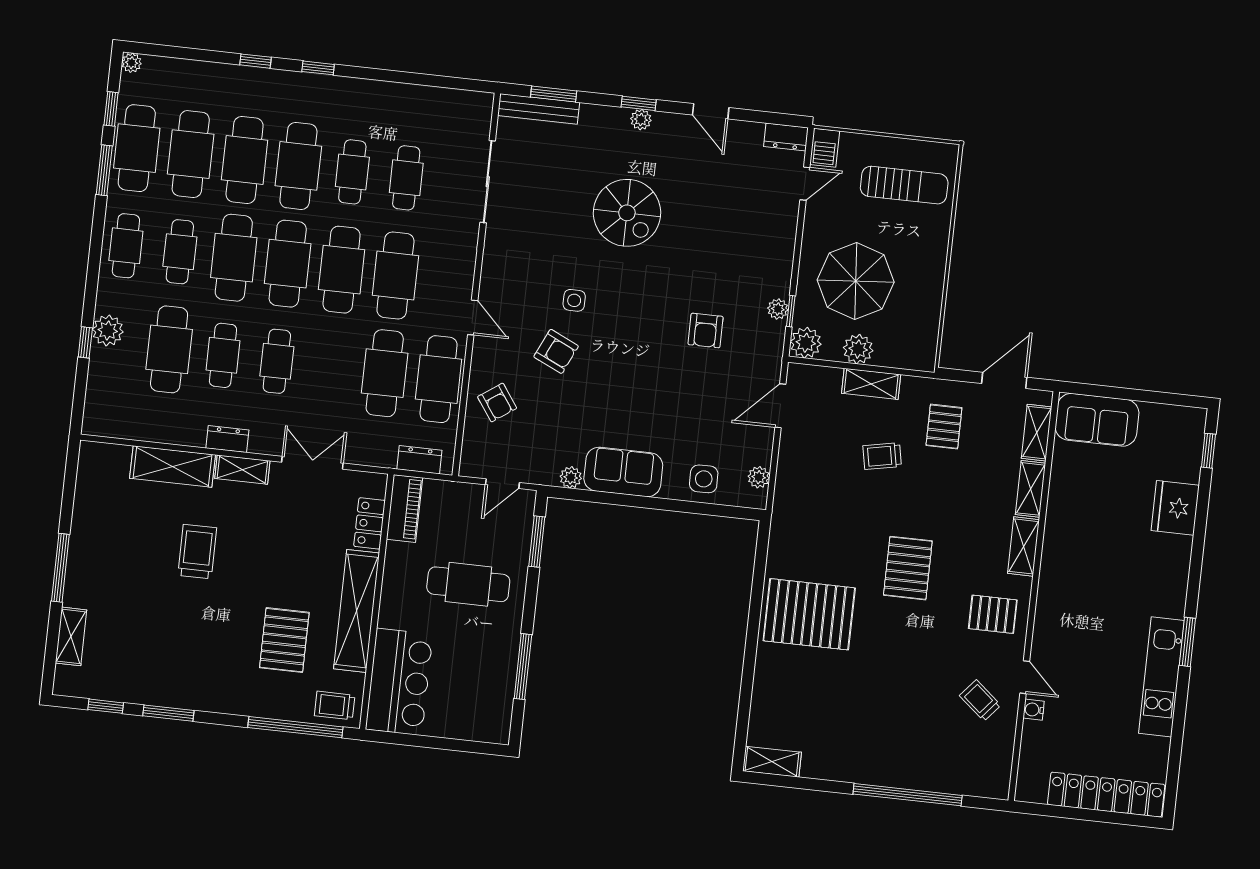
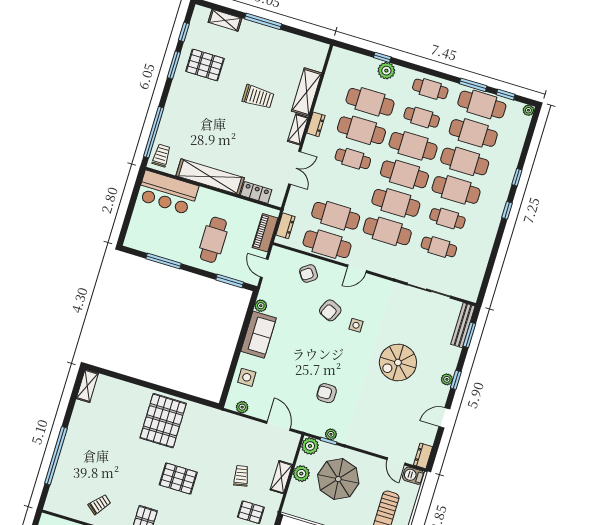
cafe table: (223, 355) -> (361, 130), width x1.37, depth x1.35
piano: (404, 508) -> (265, 233), moved, turned 90
pallet: (284, 640) -> (205, 65), moved

